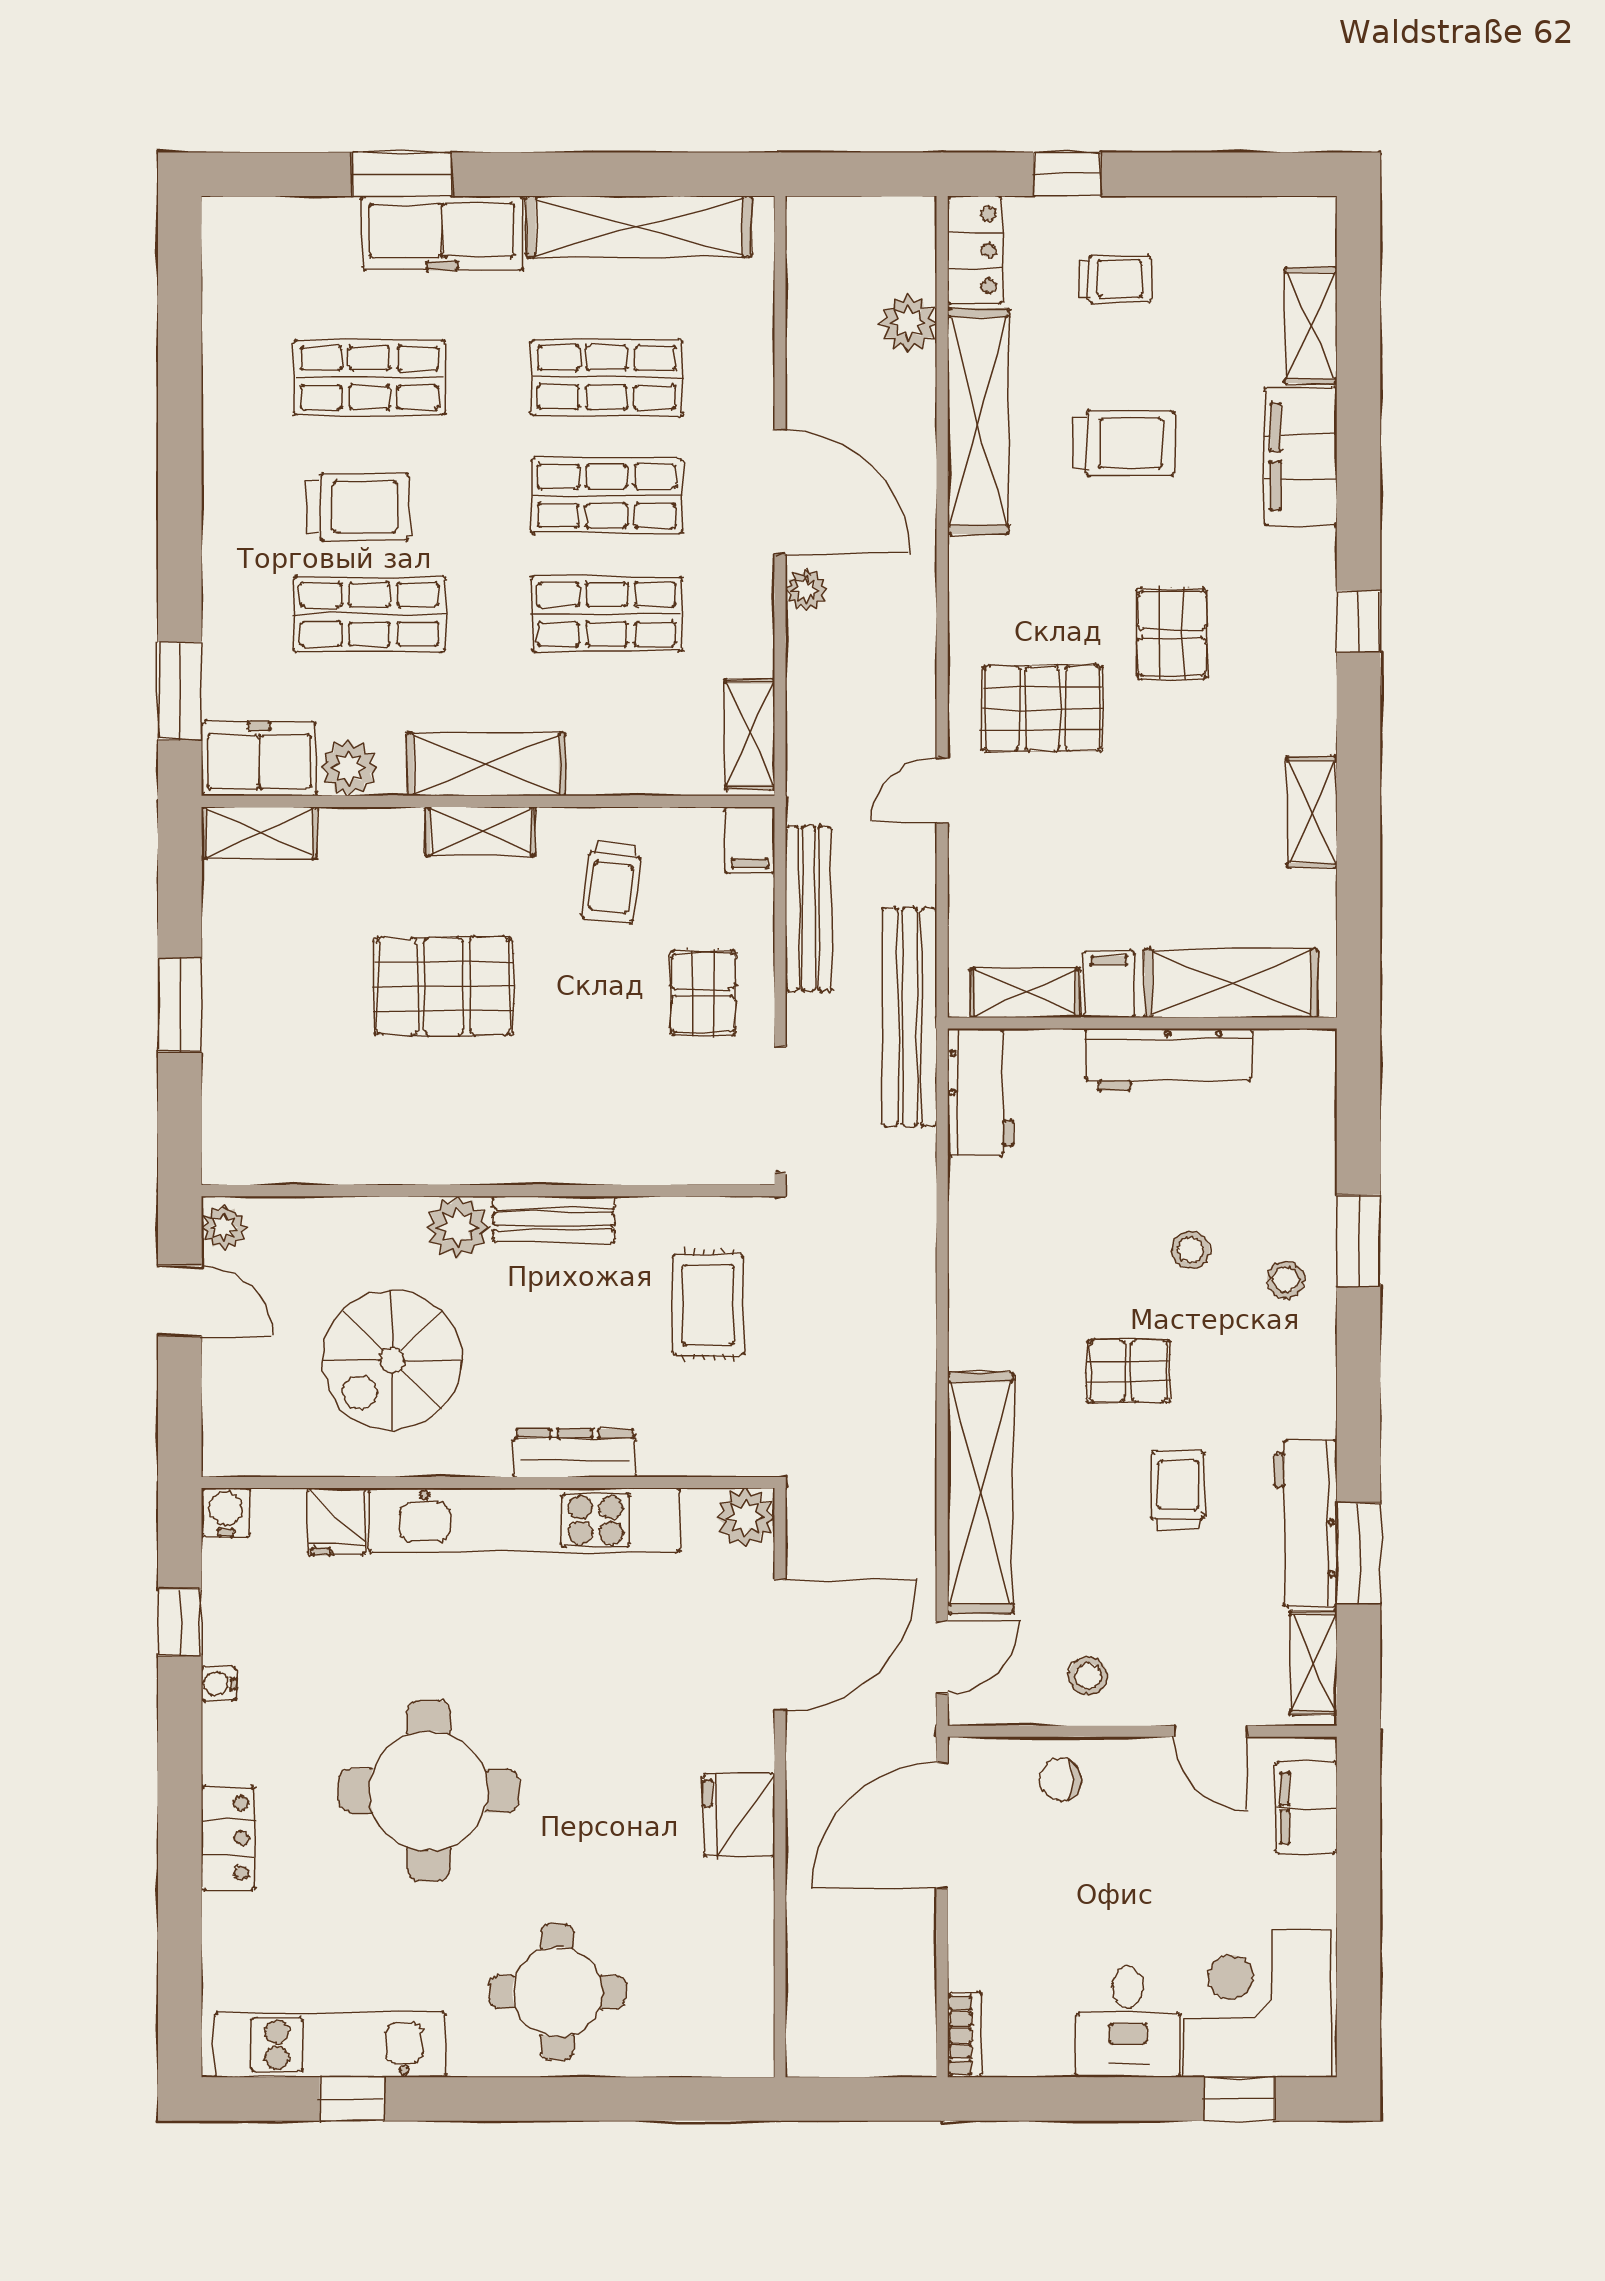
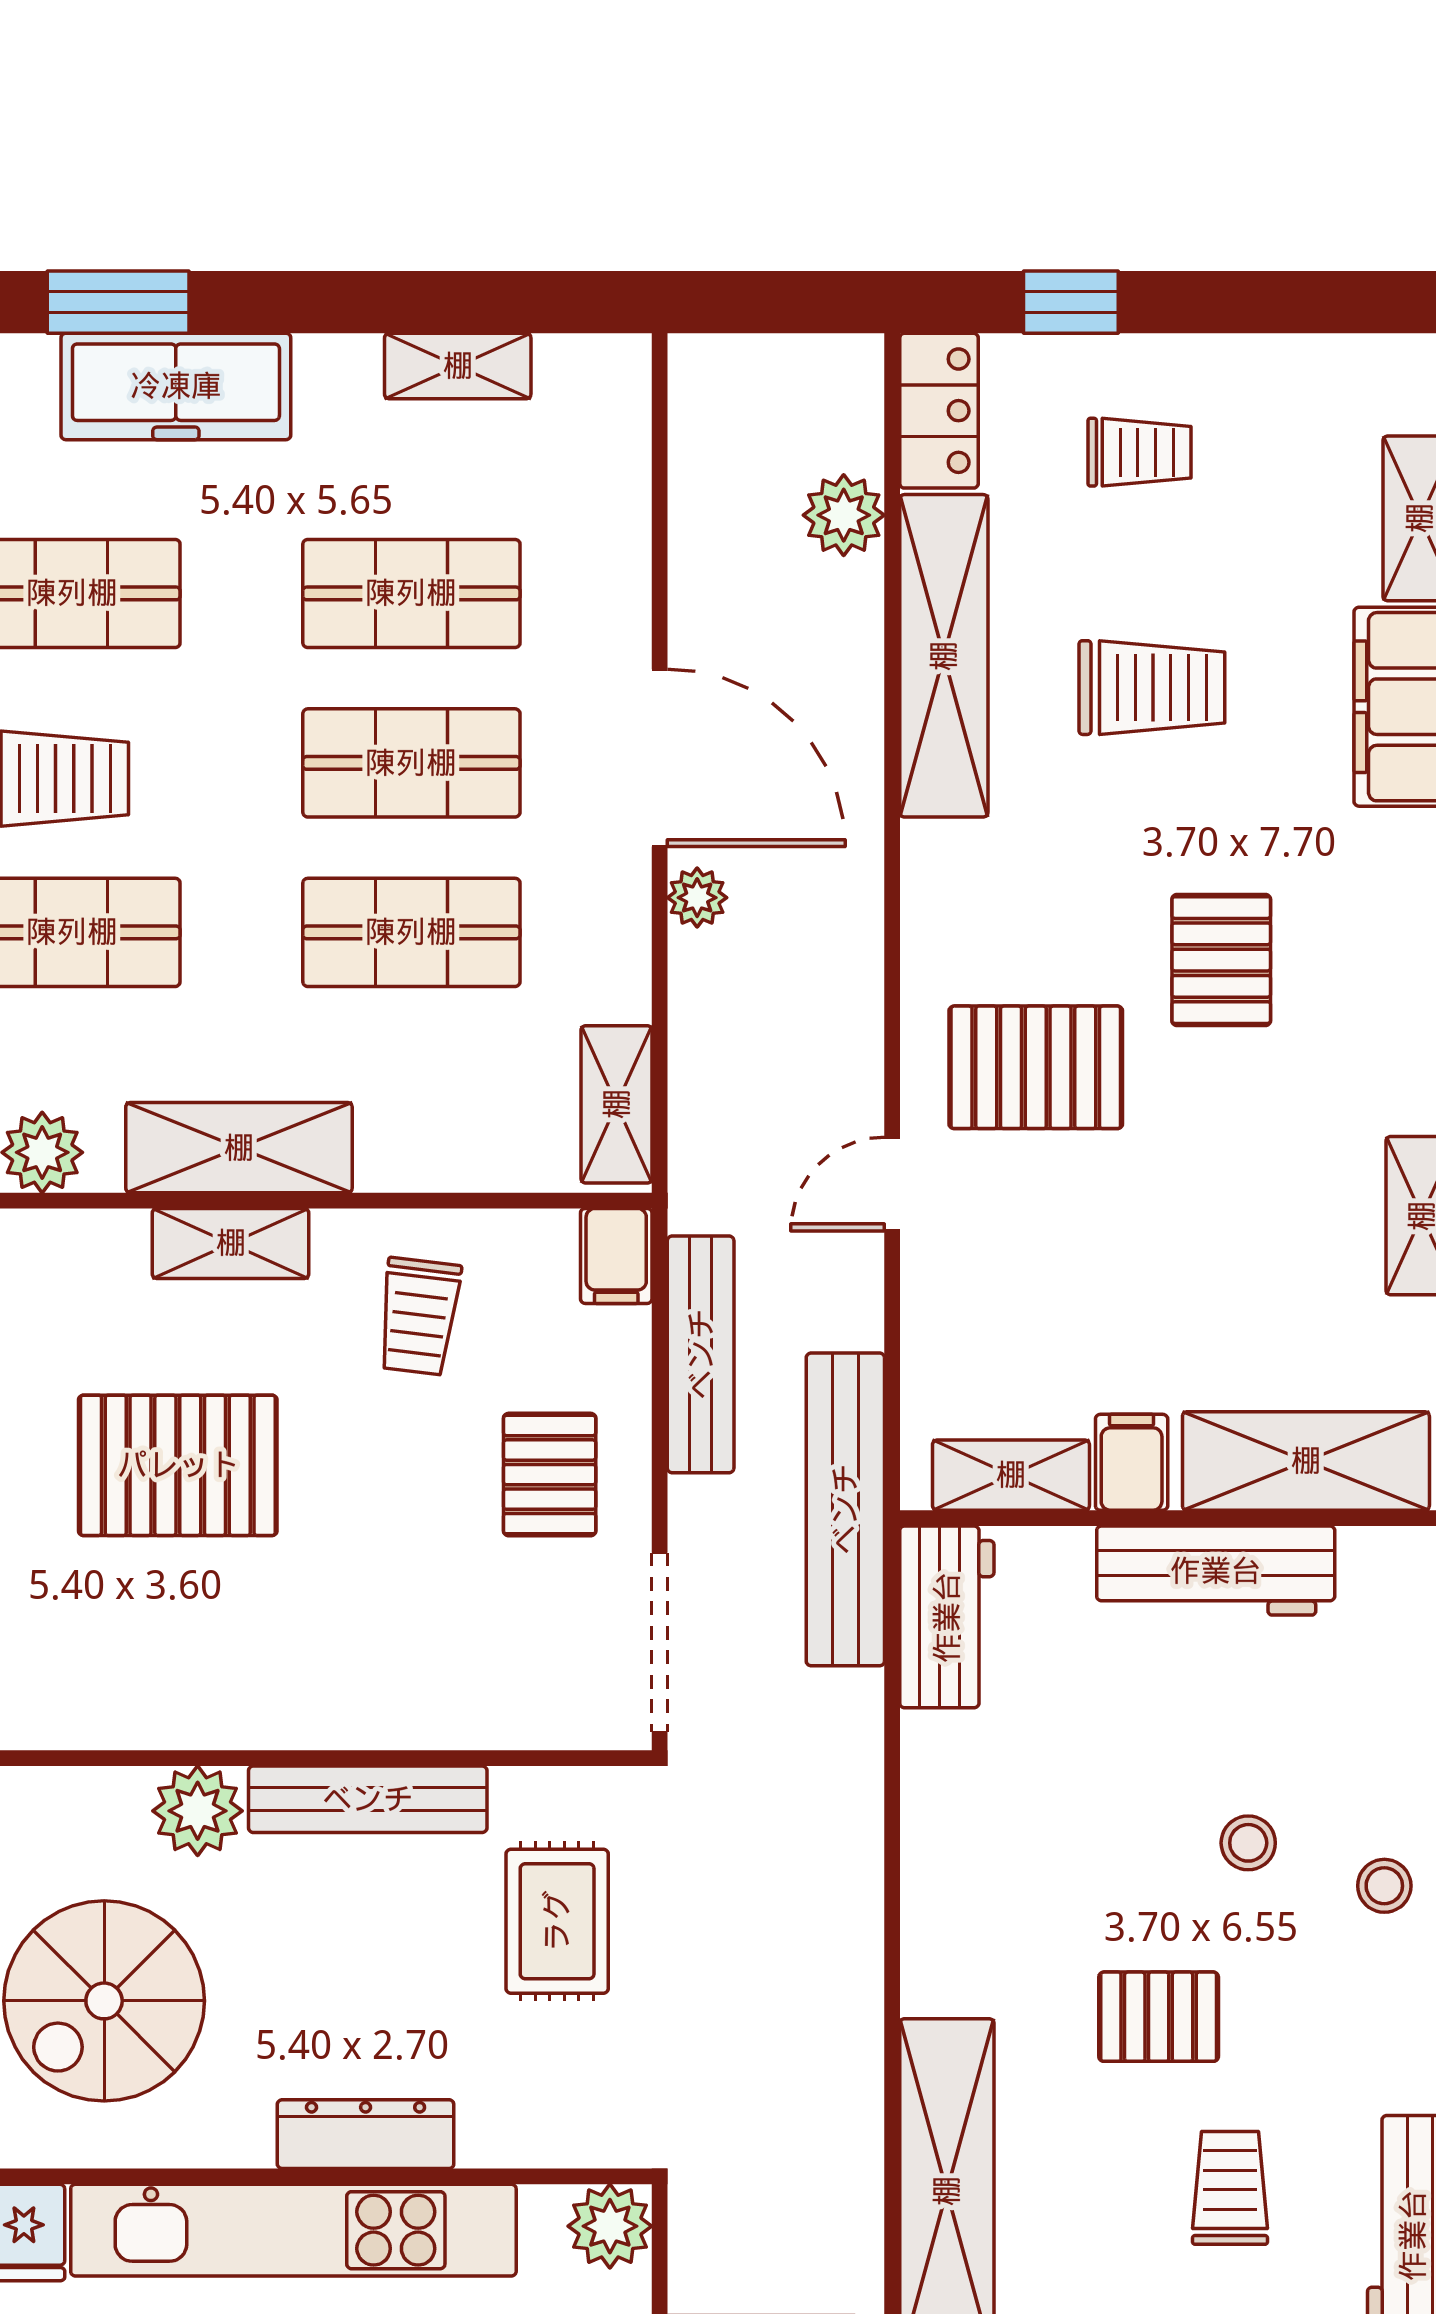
shelving: (639, 227) -> (458, 366), width x0.45, depth x0.75
bench: (554, 1219) -> (368, 1799), width x1.36

